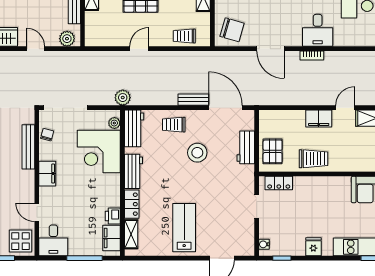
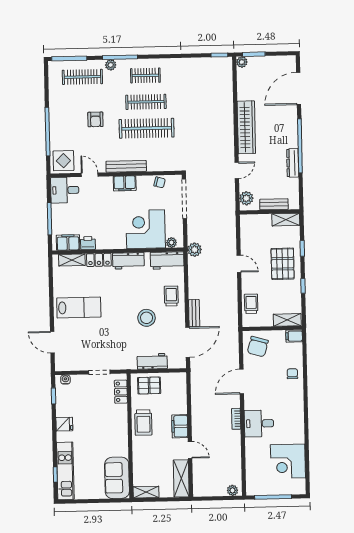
bench: (28, 147) -> (126, 166), moved
door: (37, 212) -> (90, 175), hinge flipped

